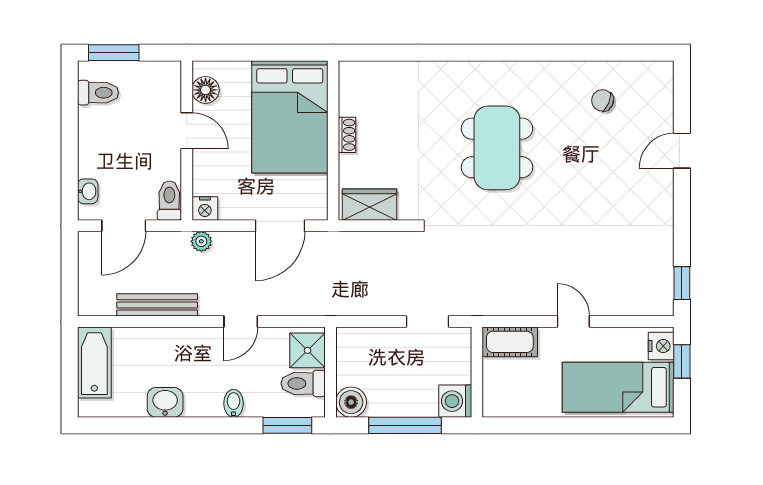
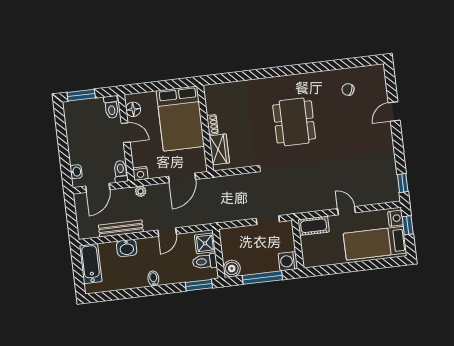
toilet: (98, 93) -> (111, 107), moved, turned 90
wardrobe: (369, 205) -> (219, 149), moved, turned 90
washbasin: (165, 402) -> (127, 248), moved, turned 180
bidet: (234, 403) -> (153, 278), moved

